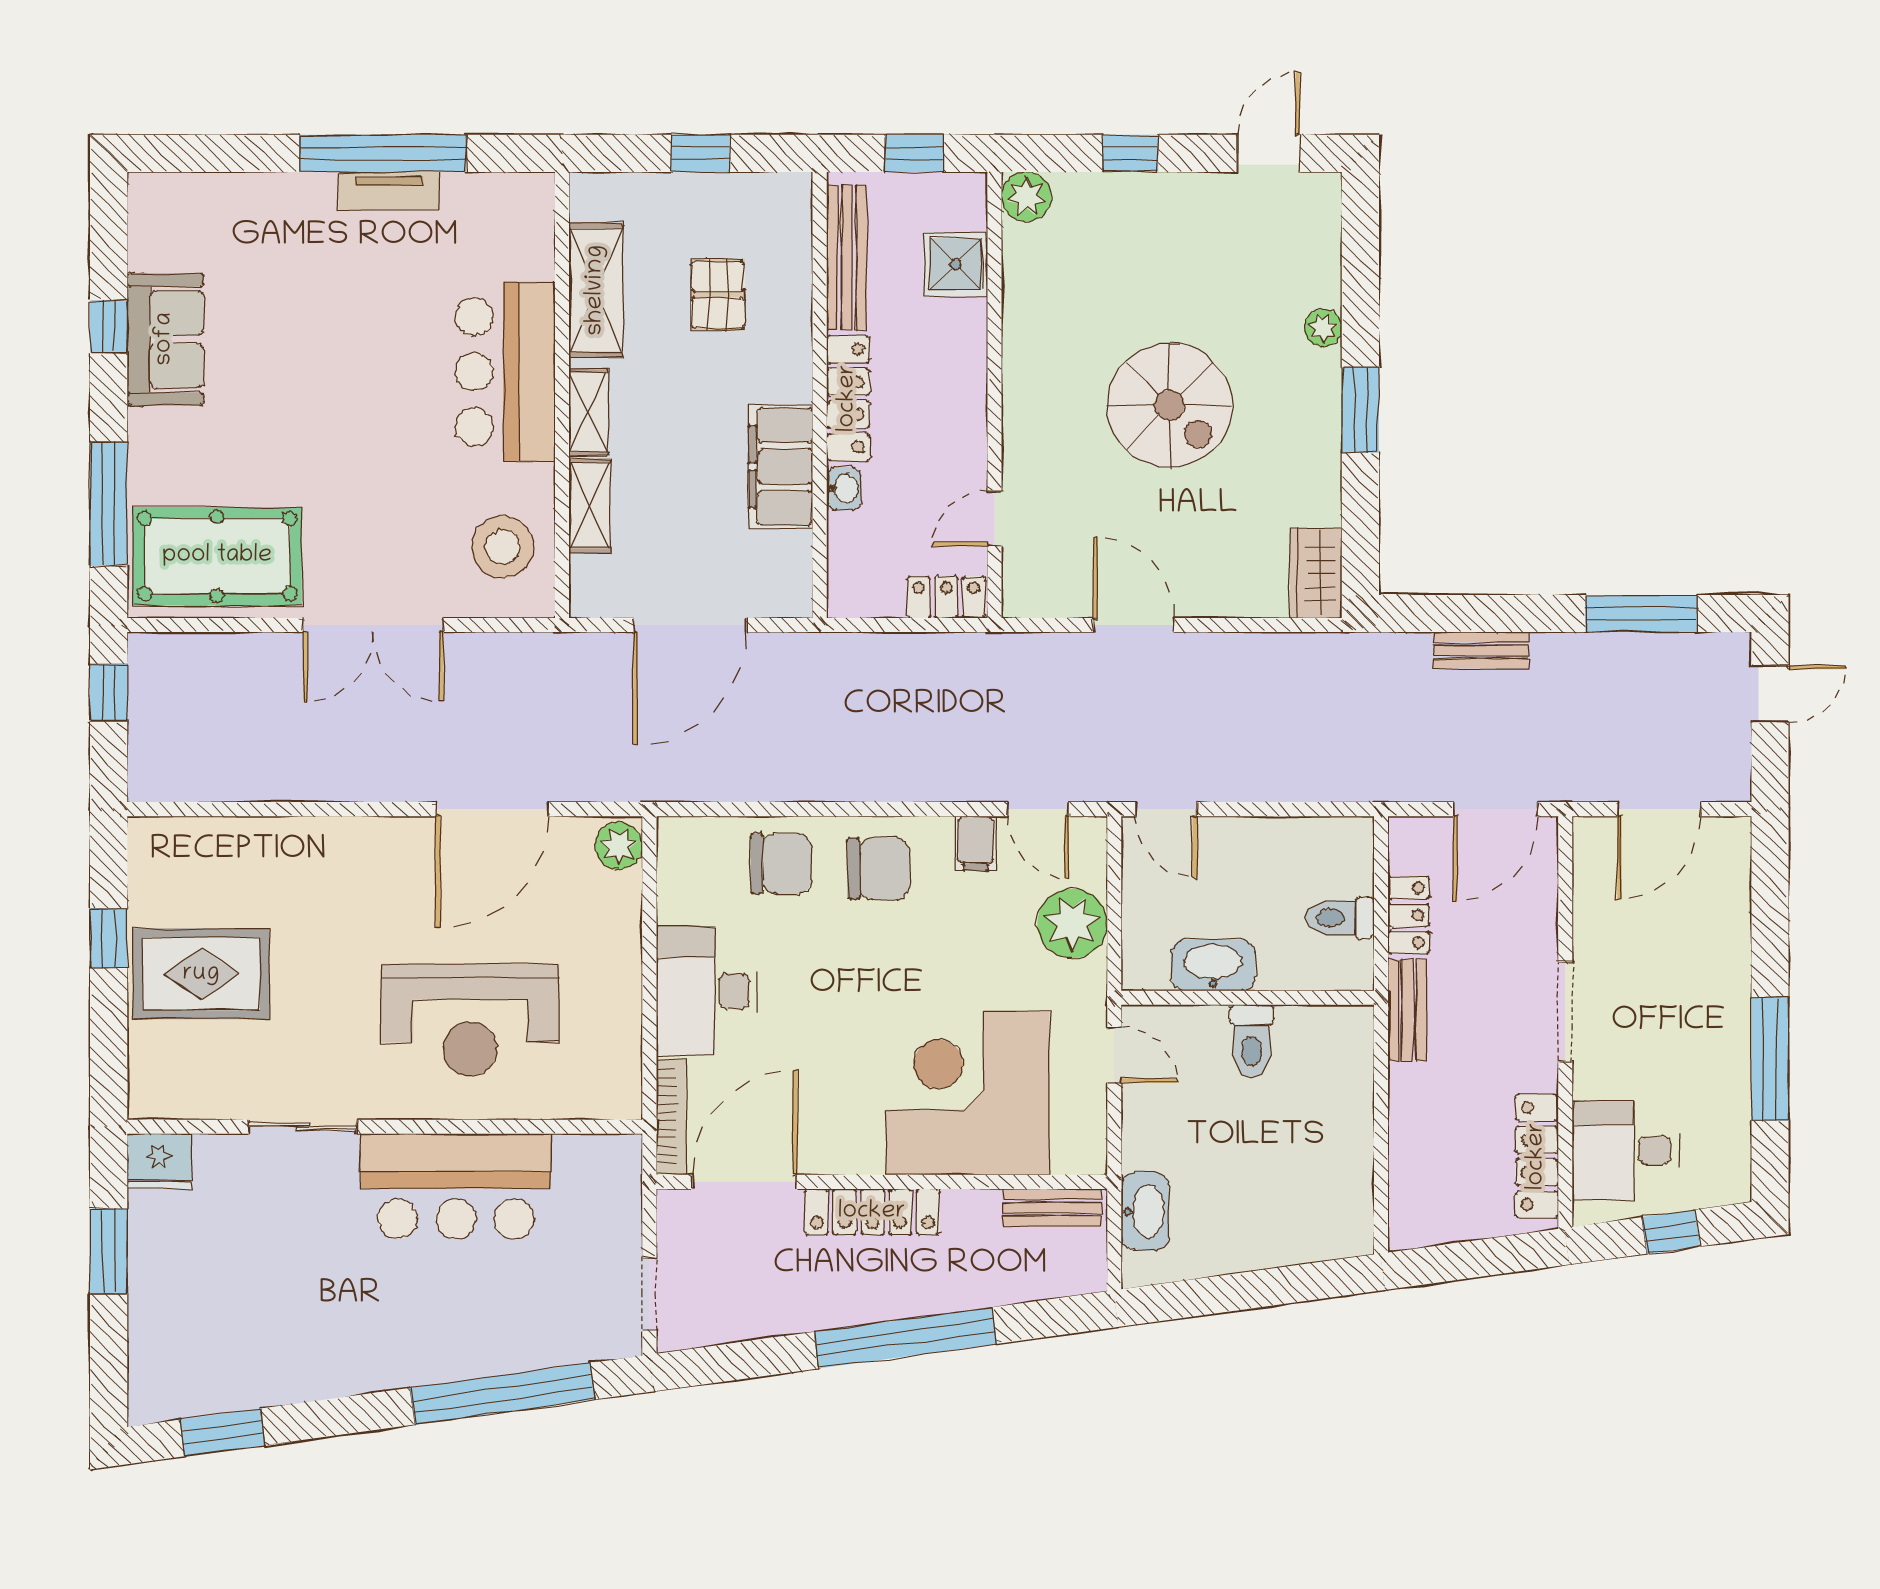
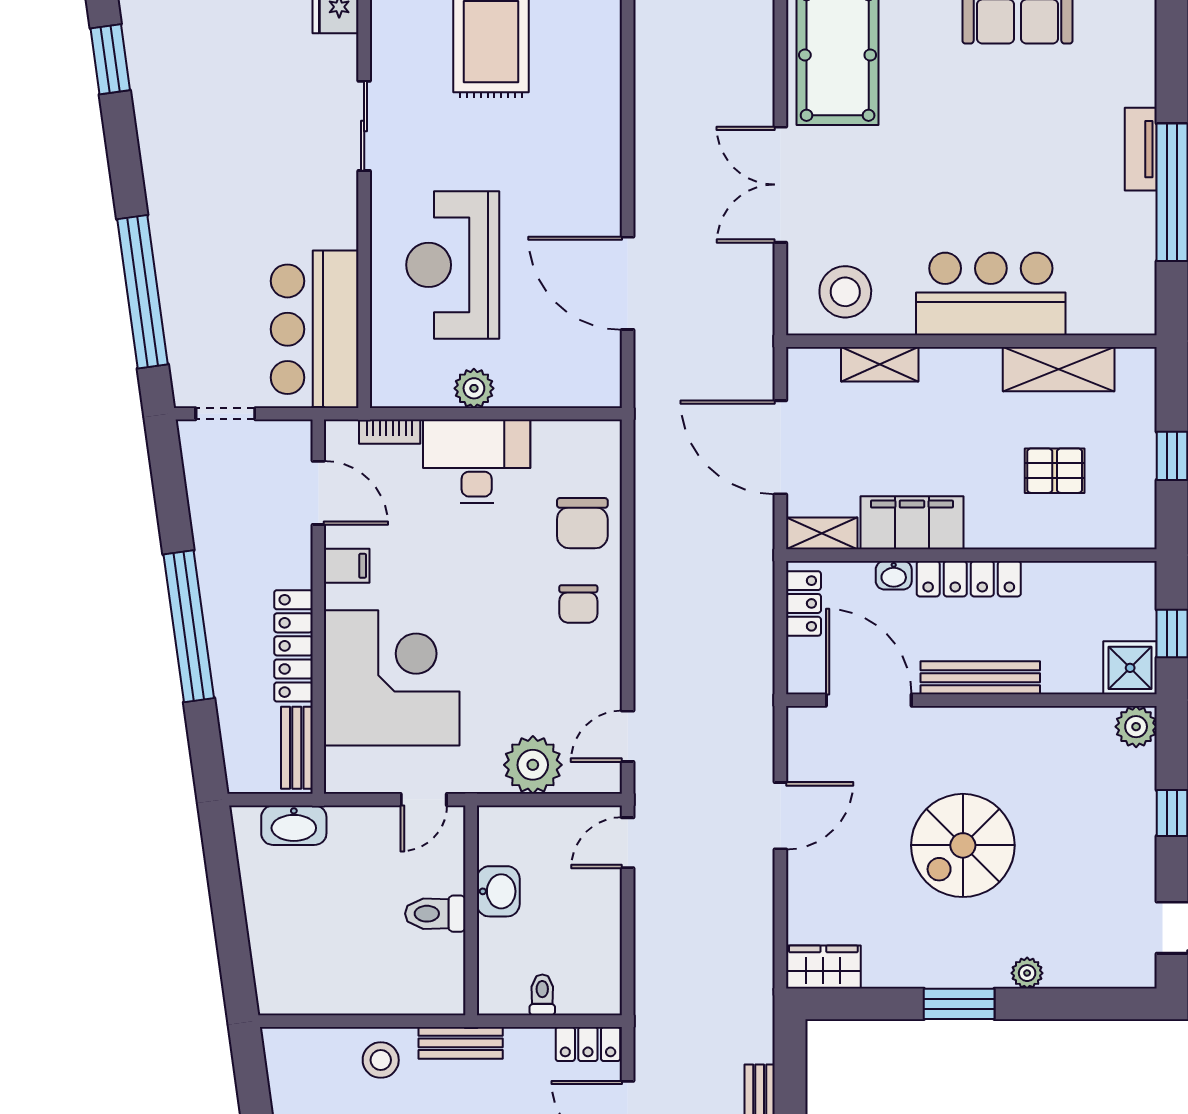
tv unit: (389, 191) -> (1141, 149), moved
bench: (847, 257) -> (980, 678), moved
shower: (956, 264) -> (1130, 668), moved
shelving: (588, 412) -> (822, 533), moved
door: (995, 519) -> (869, 700), width x1.88
locker: (946, 597) -> (804, 603), moved
filing cabinet: (976, 843) -> (347, 566), moved, turned 180
plant: (619, 846) -> (474, 388), moved
chair: (879, 869) -> (578, 604), width x0.73, depth x0.73
locker: (1409, 915) -> (588, 1044), moved
toilet: (1340, 918) -> (542, 995), width x0.73, depth x0.72
washbasin: (1213, 965) -> (498, 891), width x0.72
stool: (1428, 1107) -> (381, 1060), added
bookcase: (671, 1117) -> (390, 432), width x0.64
door: (745, 1182) -> (318, 493), width x0.73
bar counter: (456, 1186) -> (315, 329), moved
locker: (872, 1212) -> (293, 646), moved

